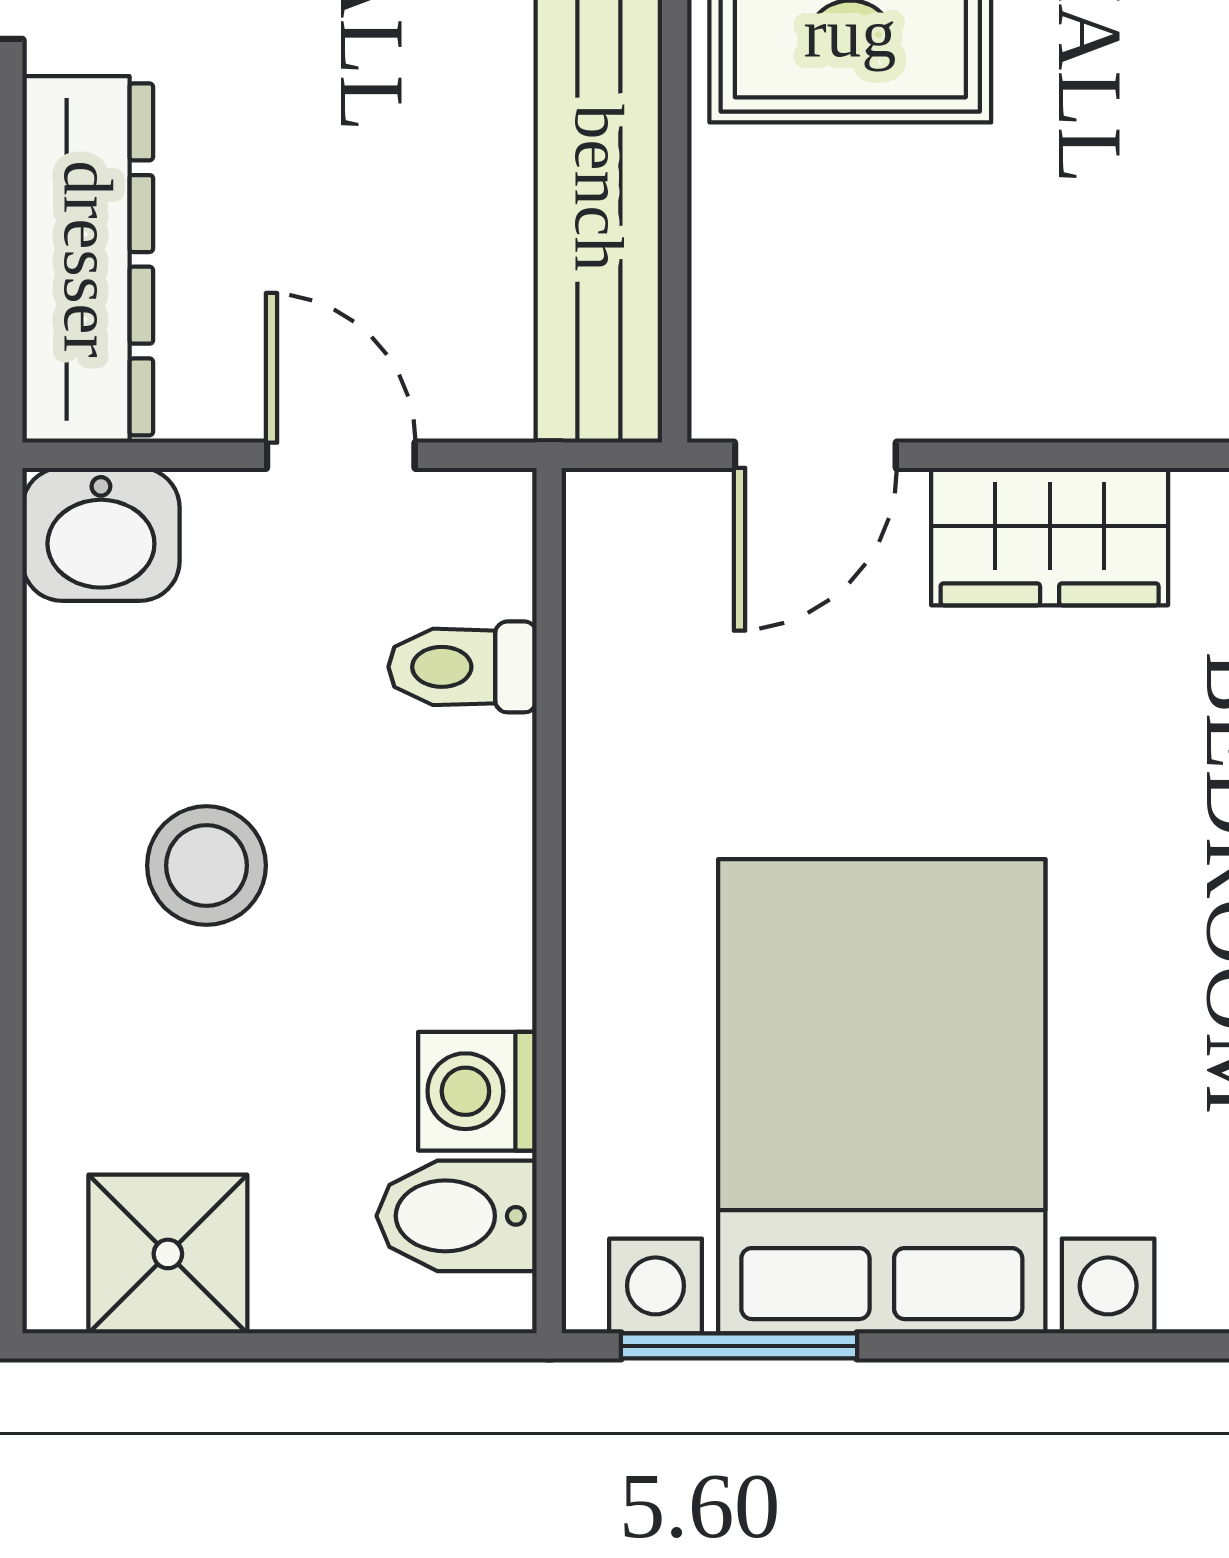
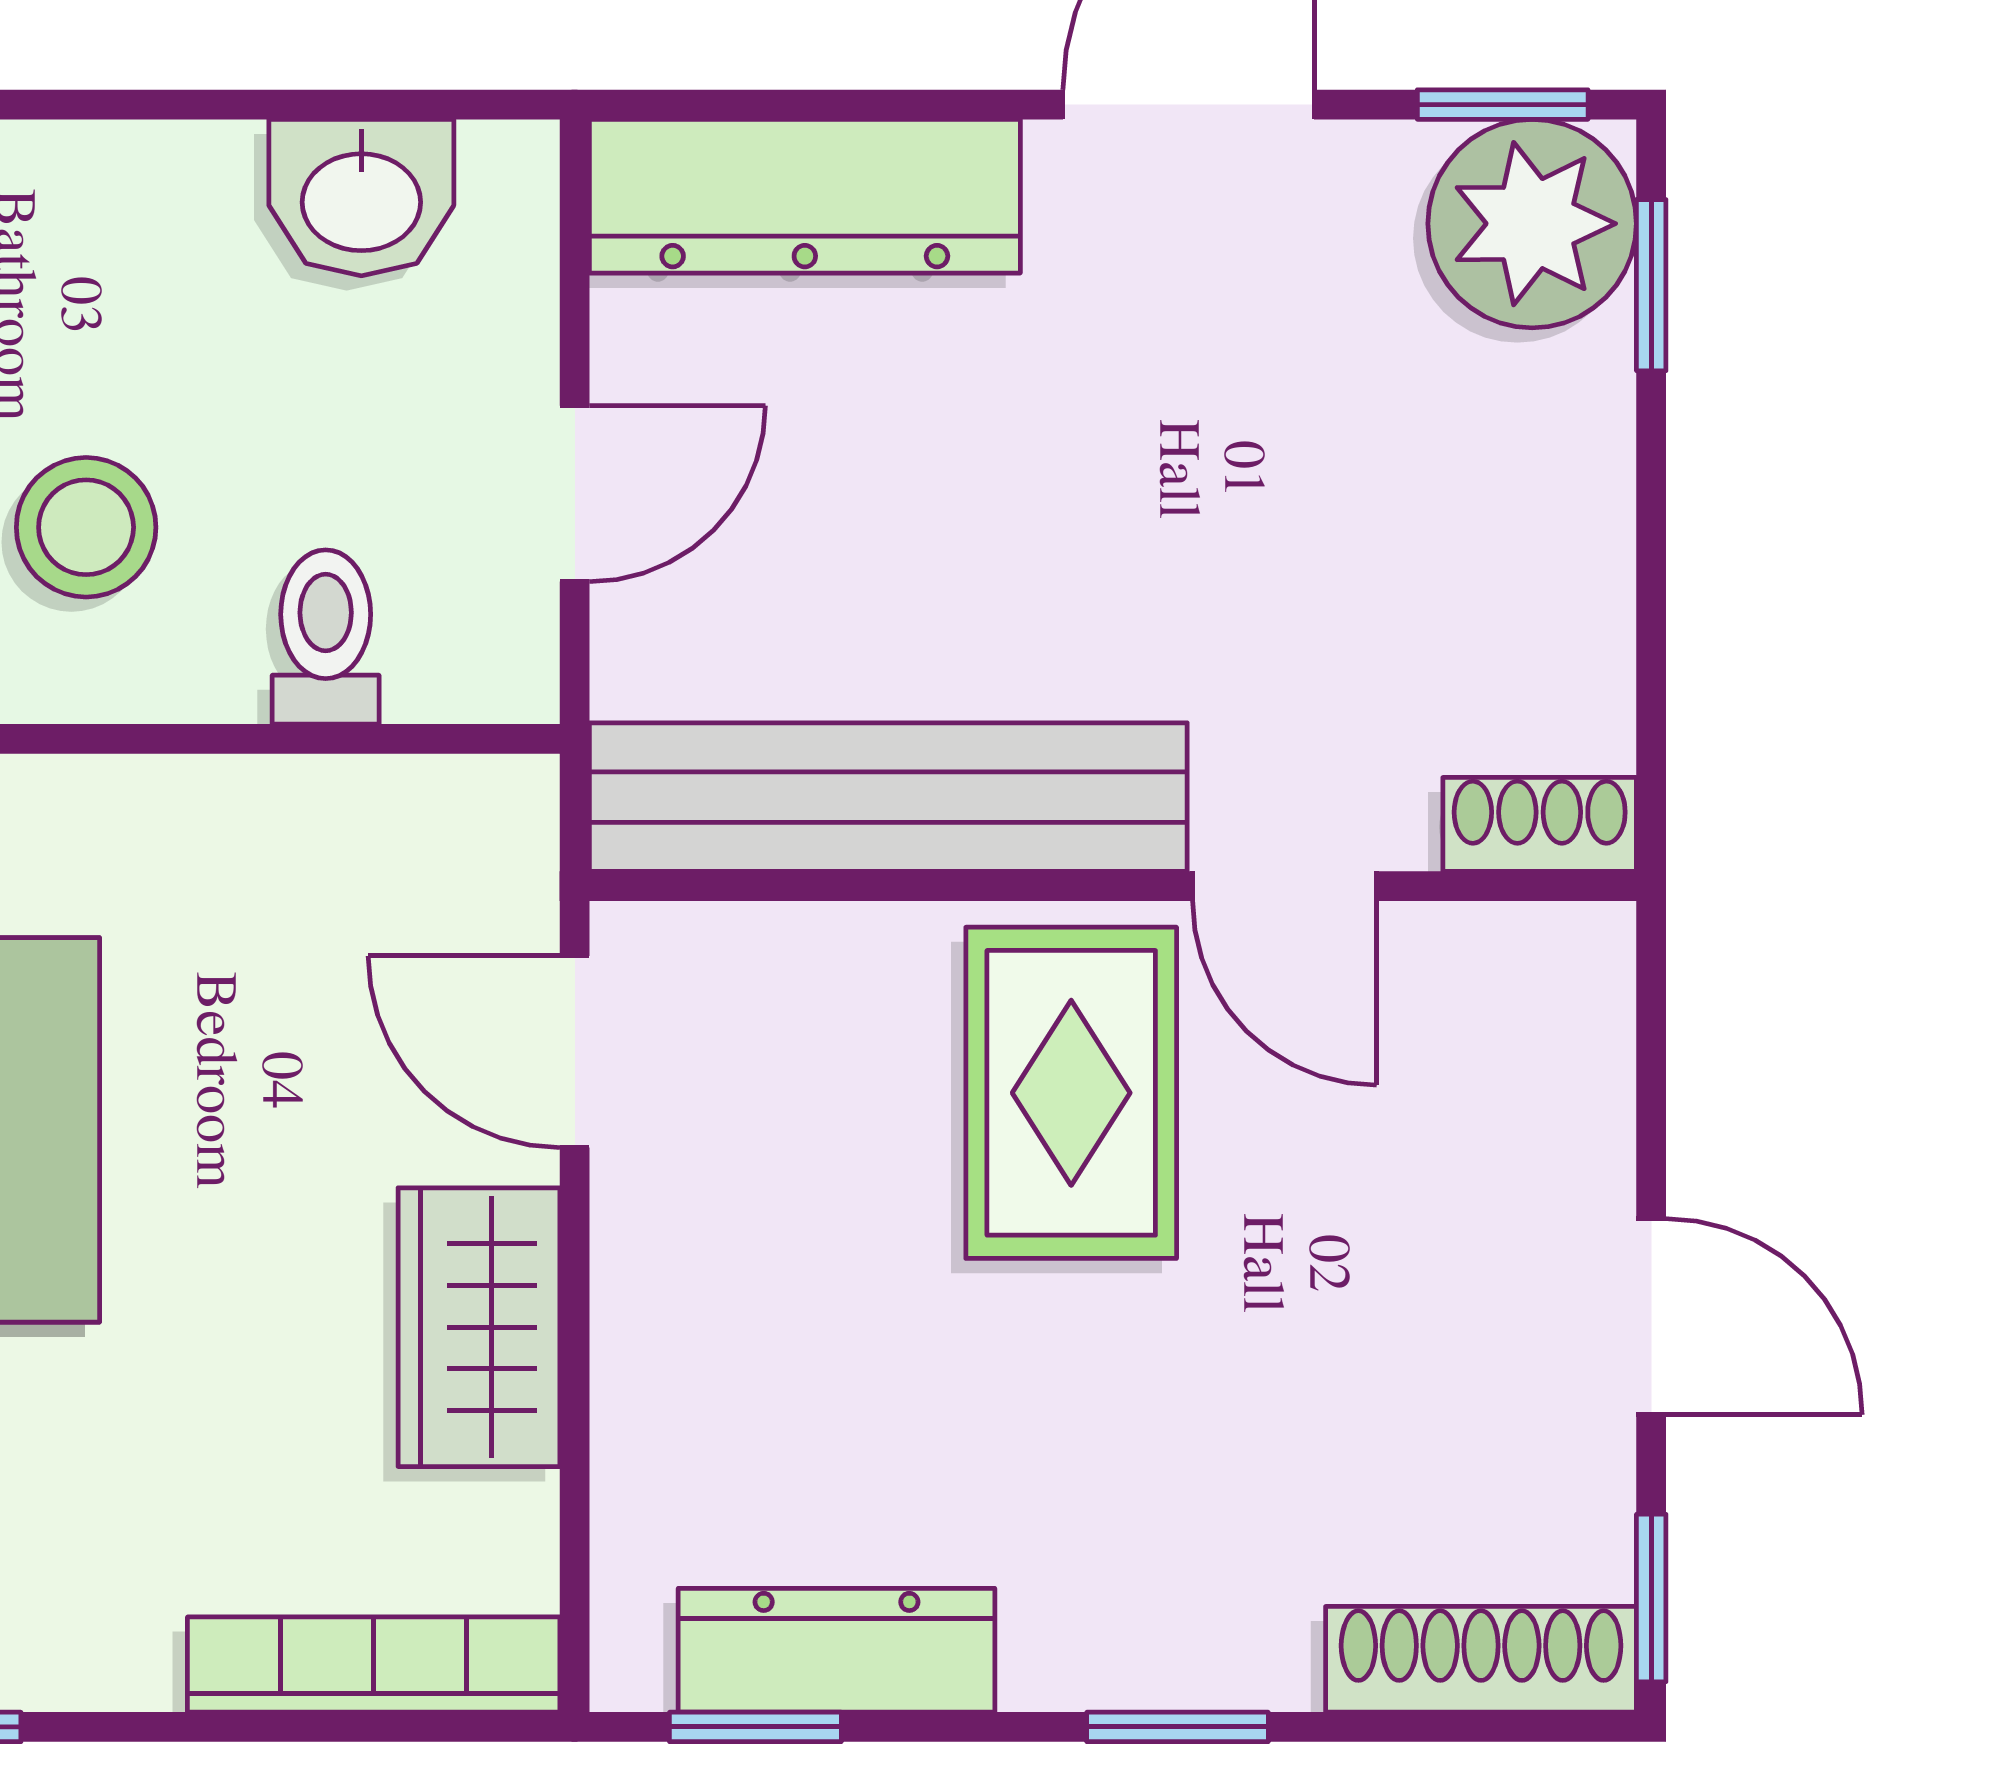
washbasin: (101, 534) -> (361, 198), moved, turned -90
stool: (206, 866) -> (86, 527), moved

